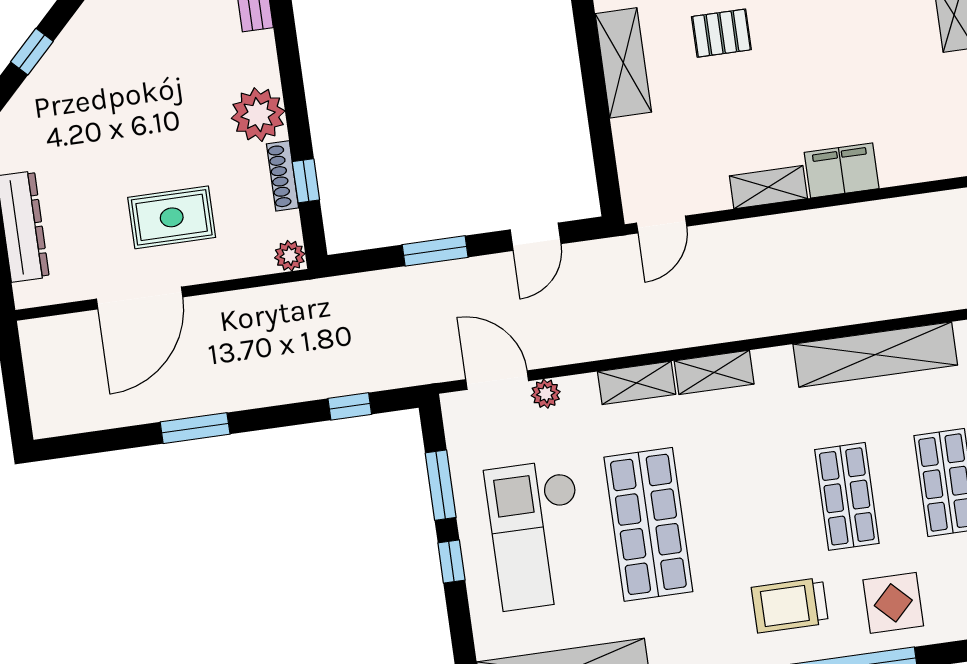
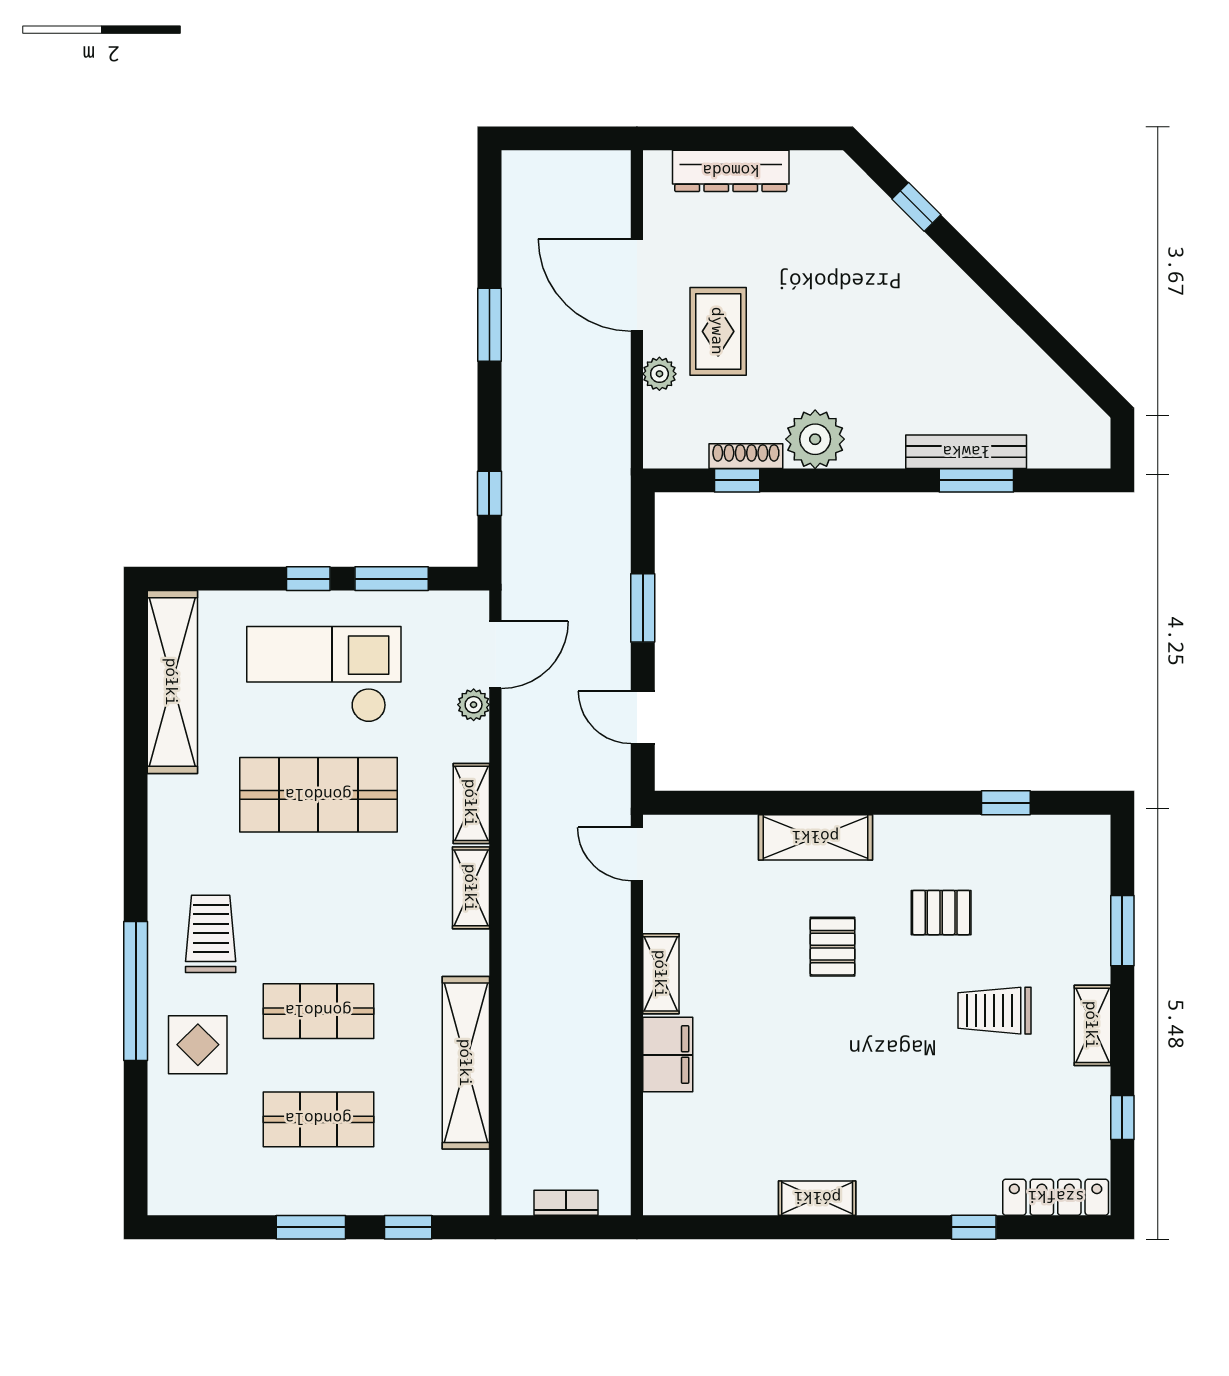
plant: (290, 256) -> (659, 374), moved

